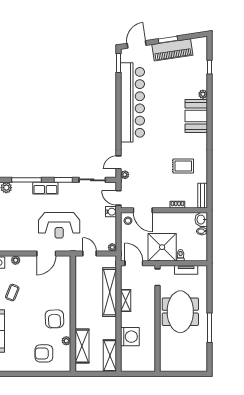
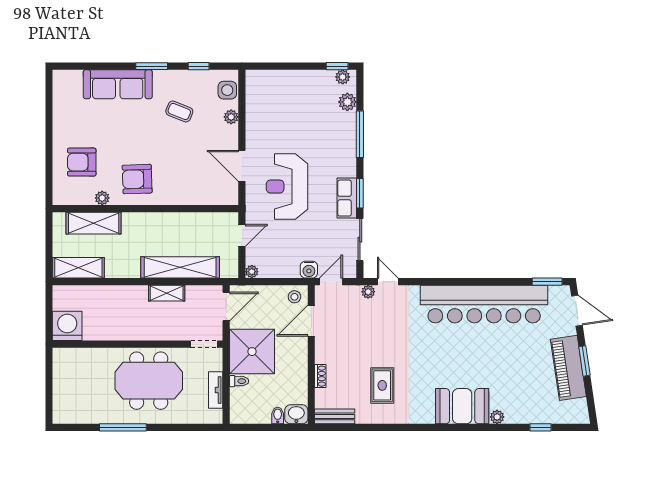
row of seats: (45, 188) -> (347, 198), moved
washing machine: (130, 337) -> (67, 326), moved, turned 180
armchair: (44, 353) -> (82, 162), turned -90

